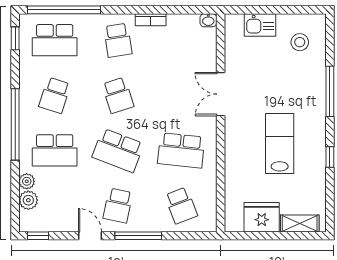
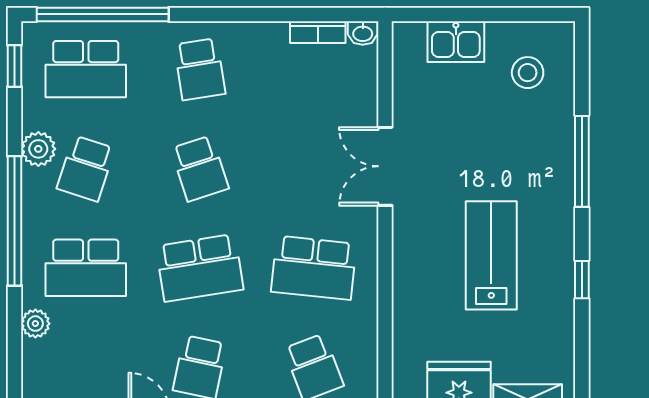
bookcase: (151, 20) -> (318, 32), moved
school desk: (118, 150) -> (200, 268), turned -30
plant: (28, 200) -> (38, 149), moved

